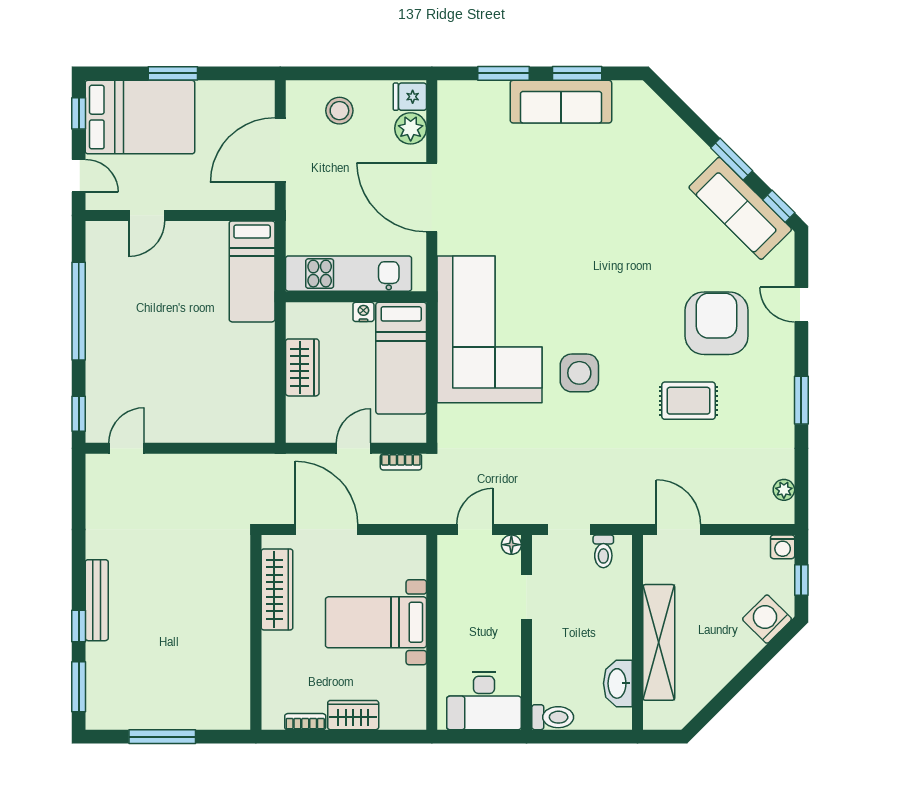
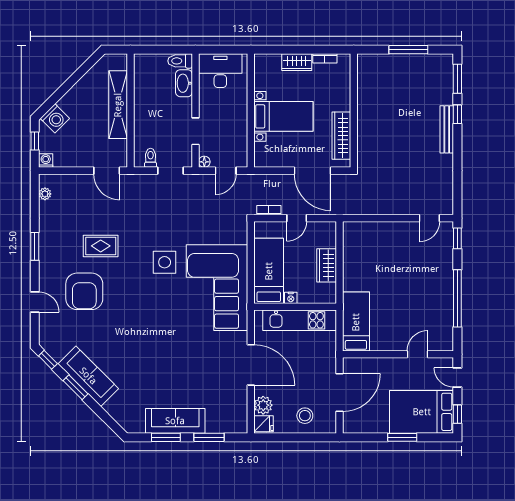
sofa: (740, 208) -> (88, 376), moved
washbasin: (618, 683) -> (184, 83), moved, turned 180

